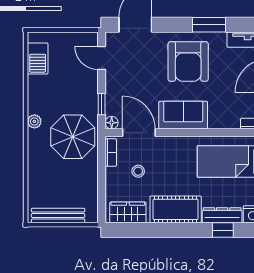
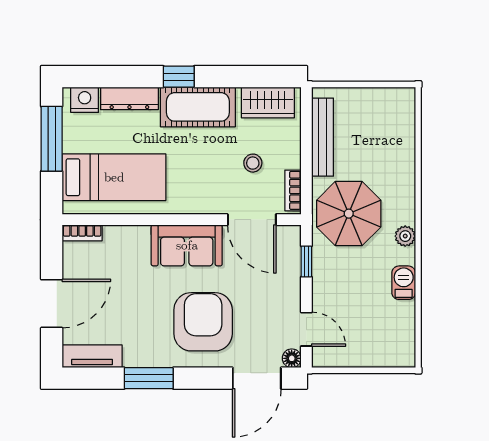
barbecue: (38, 58) -> (404, 283), moved, width x0.73, depth x0.79
armchair: (188, 62) -> (203, 322), moved
floor lamp: (112, 123) -> (292, 358), moved
bench: (58, 215) -> (322, 137), moved, turned 90
window: (223, 230) -> (179, 77), moved

